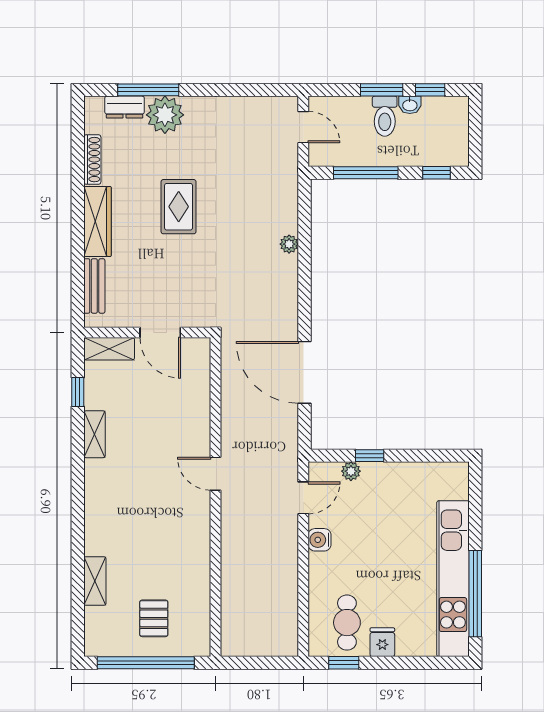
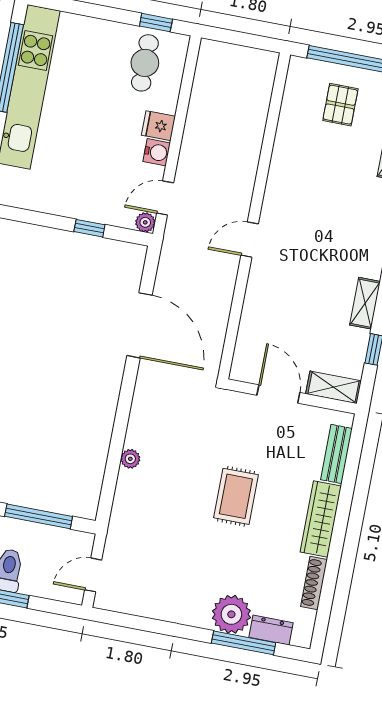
door: (303, 127) -> (93, 575), hinge flipped
rug: (179, 207) -> (236, 496), moved
plant: (351, 471) -> (145, 222), moved
door: (216, 474) -> (250, 240), swing flipped
fridge: (382, 642) -> (158, 126), moved, turned 90

